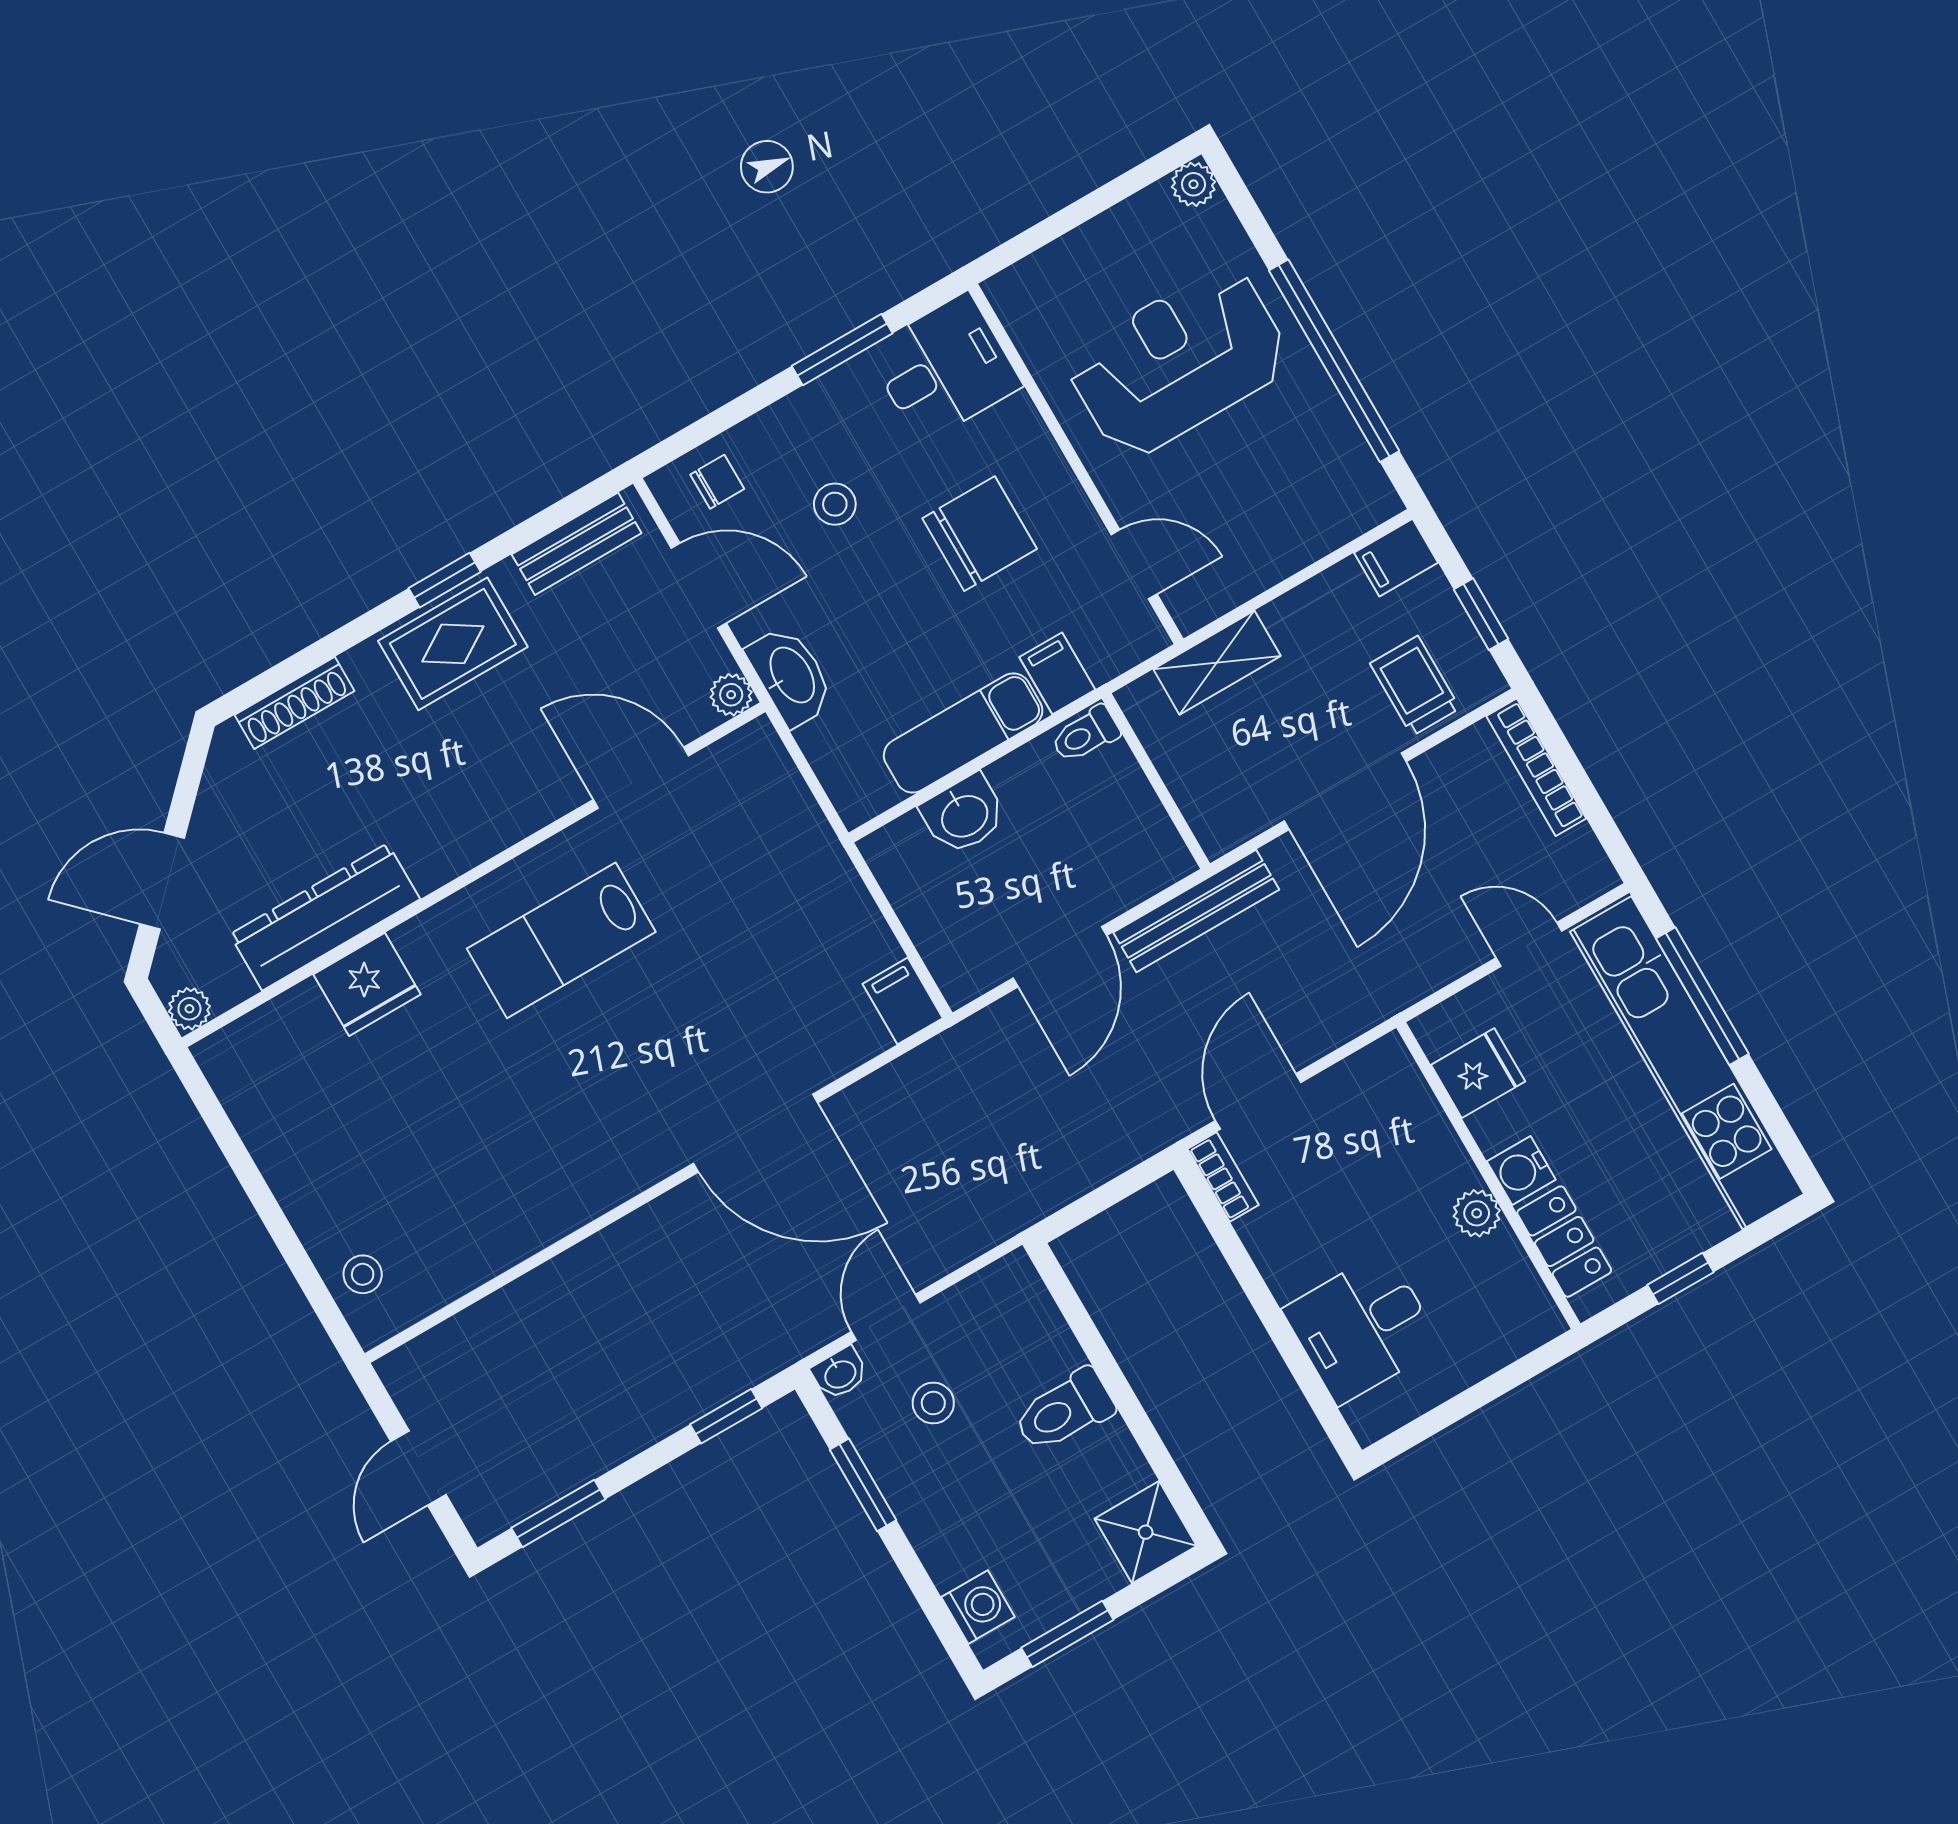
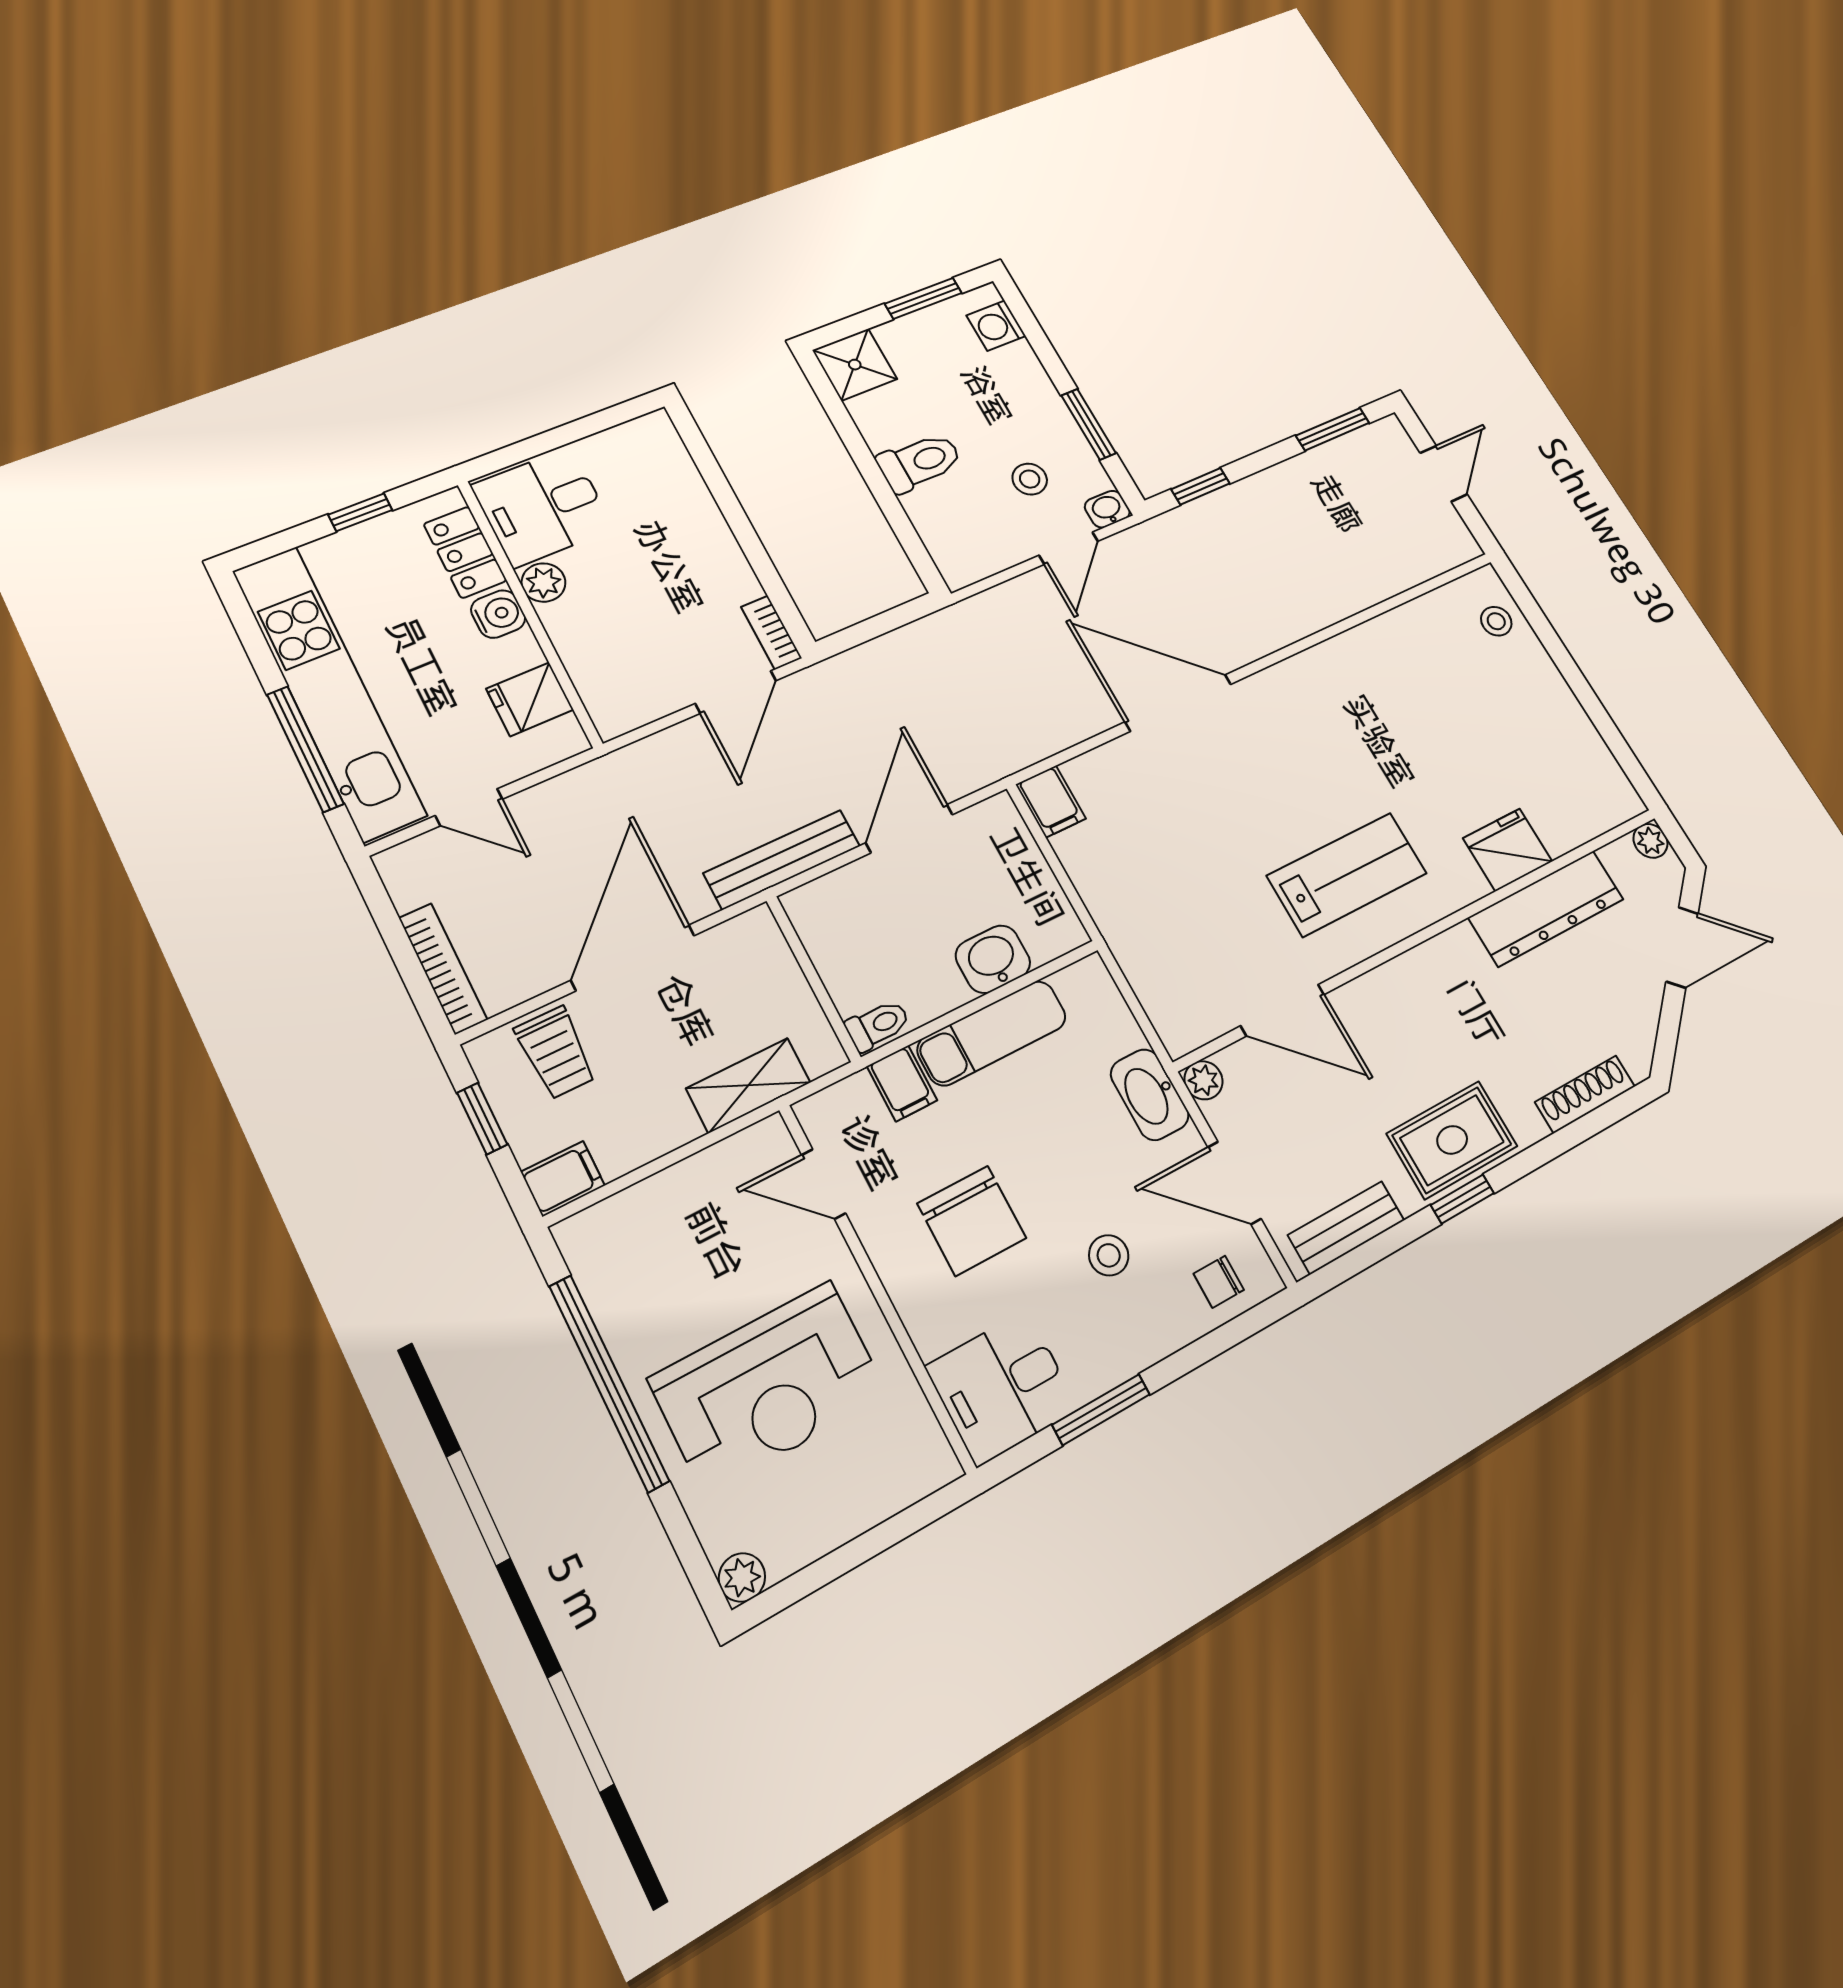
chair: (980, 534) -> (972, 1221), turned -90
desk: (1362, 1328) -> (542, 507), moved, turned 180

